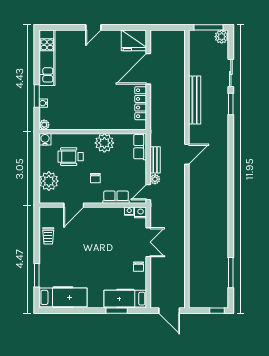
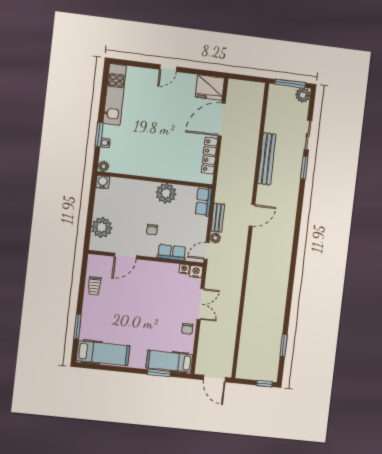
wheelchair: (71, 157) -> (128, 204), removed
window: (231, 273) -> (284, 345), width x0.69

